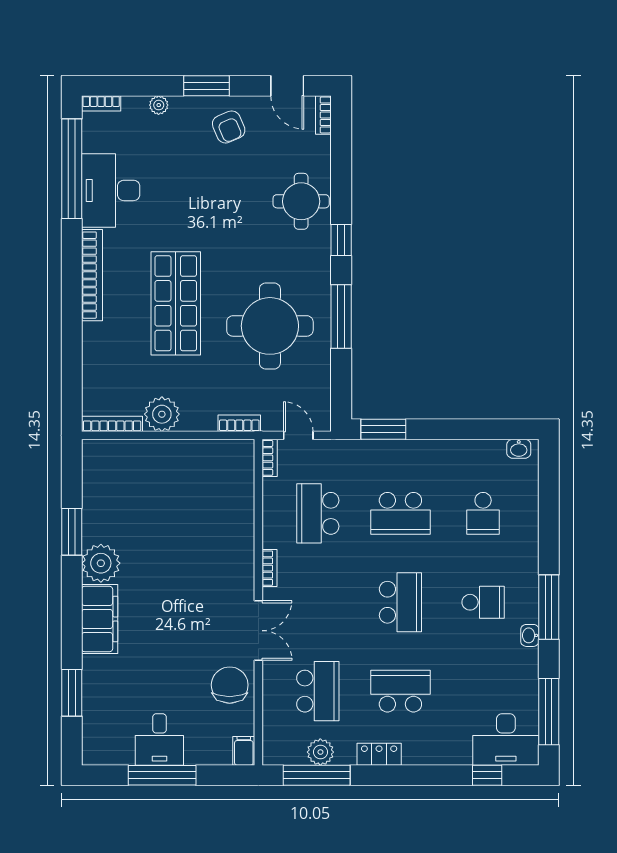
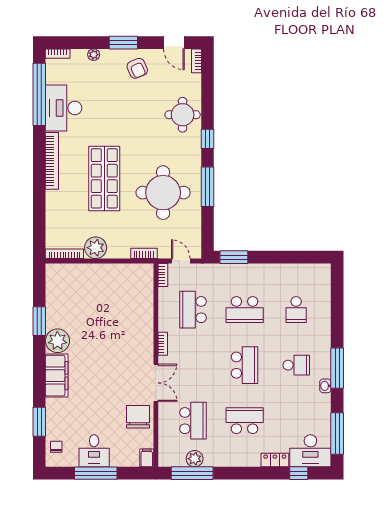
washbasin: (519, 449) -> (318, 269), removed
chair: (99, 733) -> (56, 447), added
locker: (379, 754) -> (275, 460), moved

